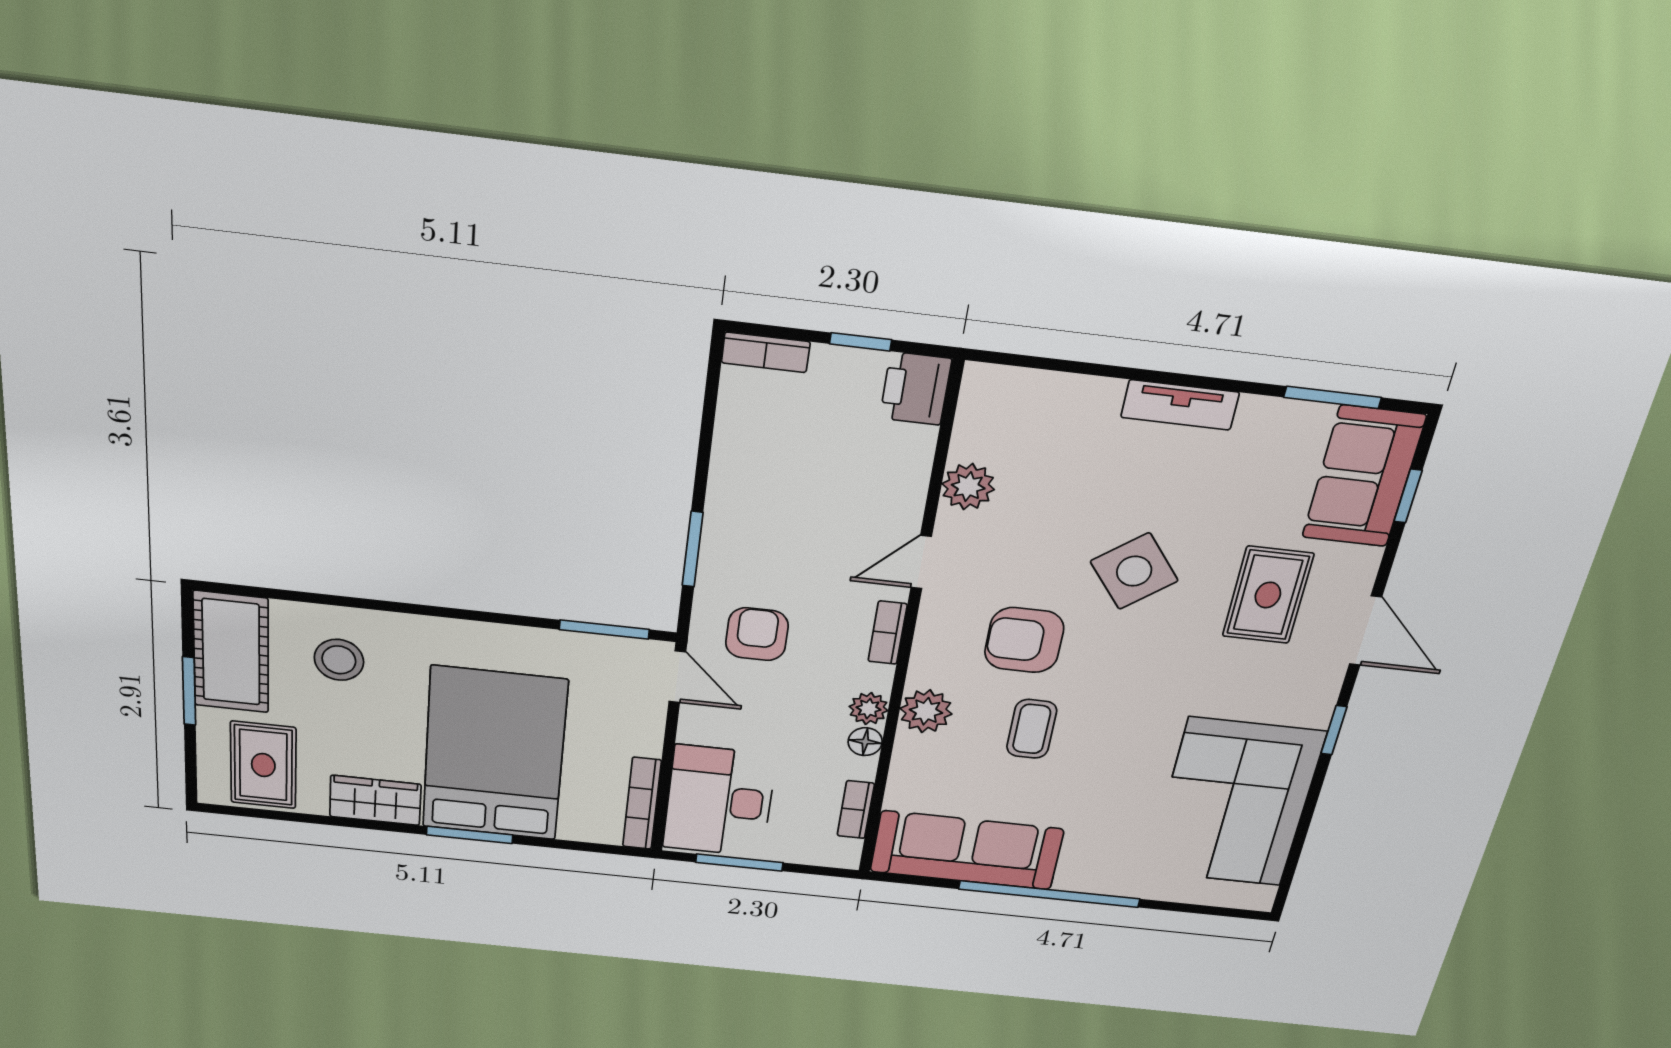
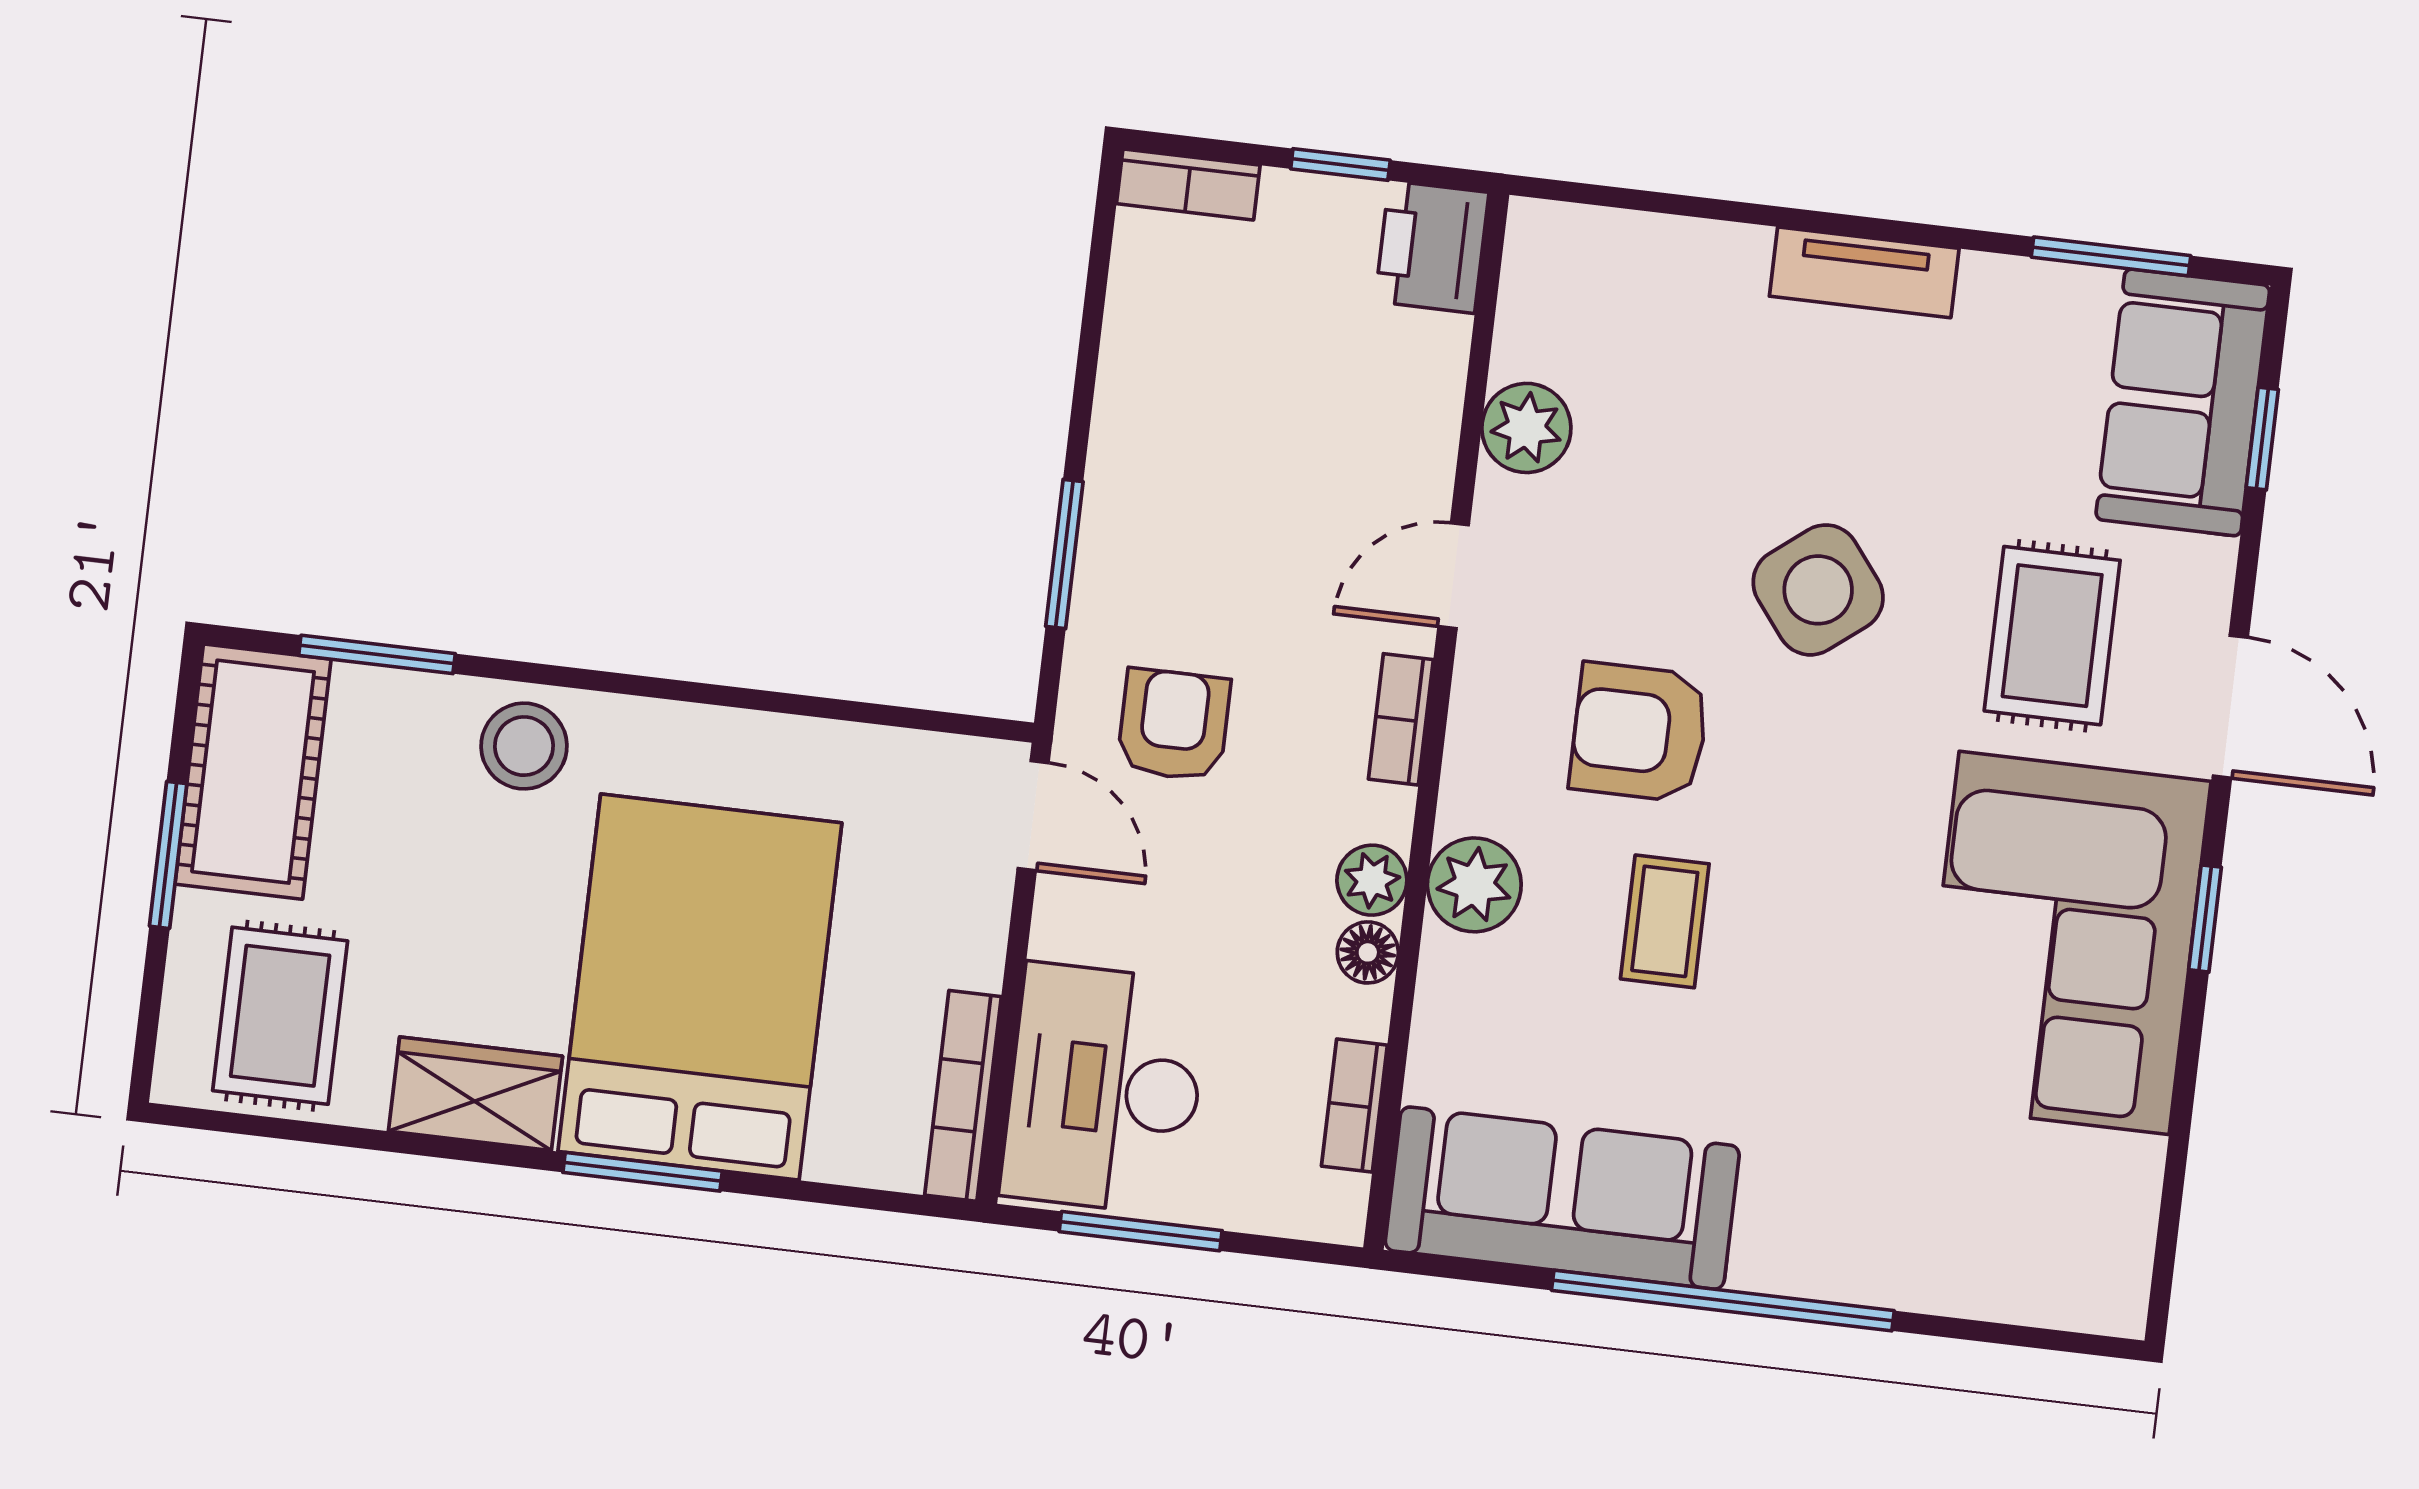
window: (604, 630) -> (377, 654), moved
stool: (339, 660) -> (524, 746), moved
corner sofa: (1235, 803) -> (2064, 943), moved

